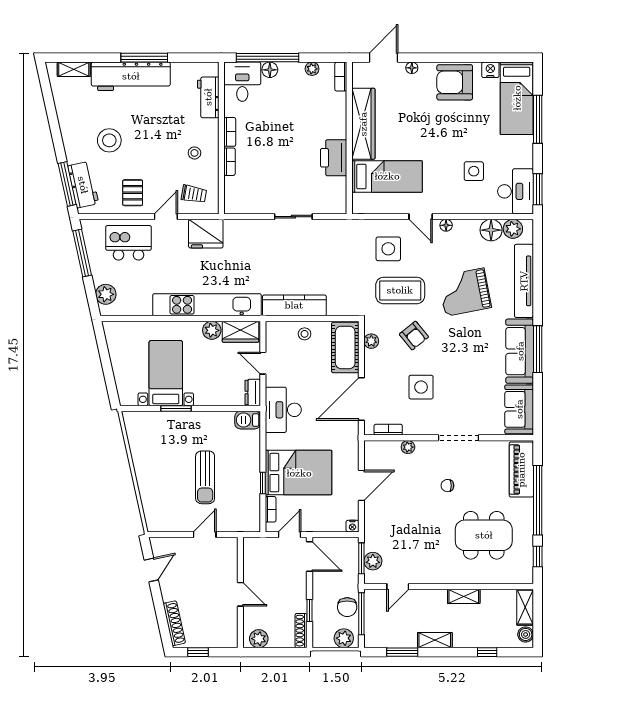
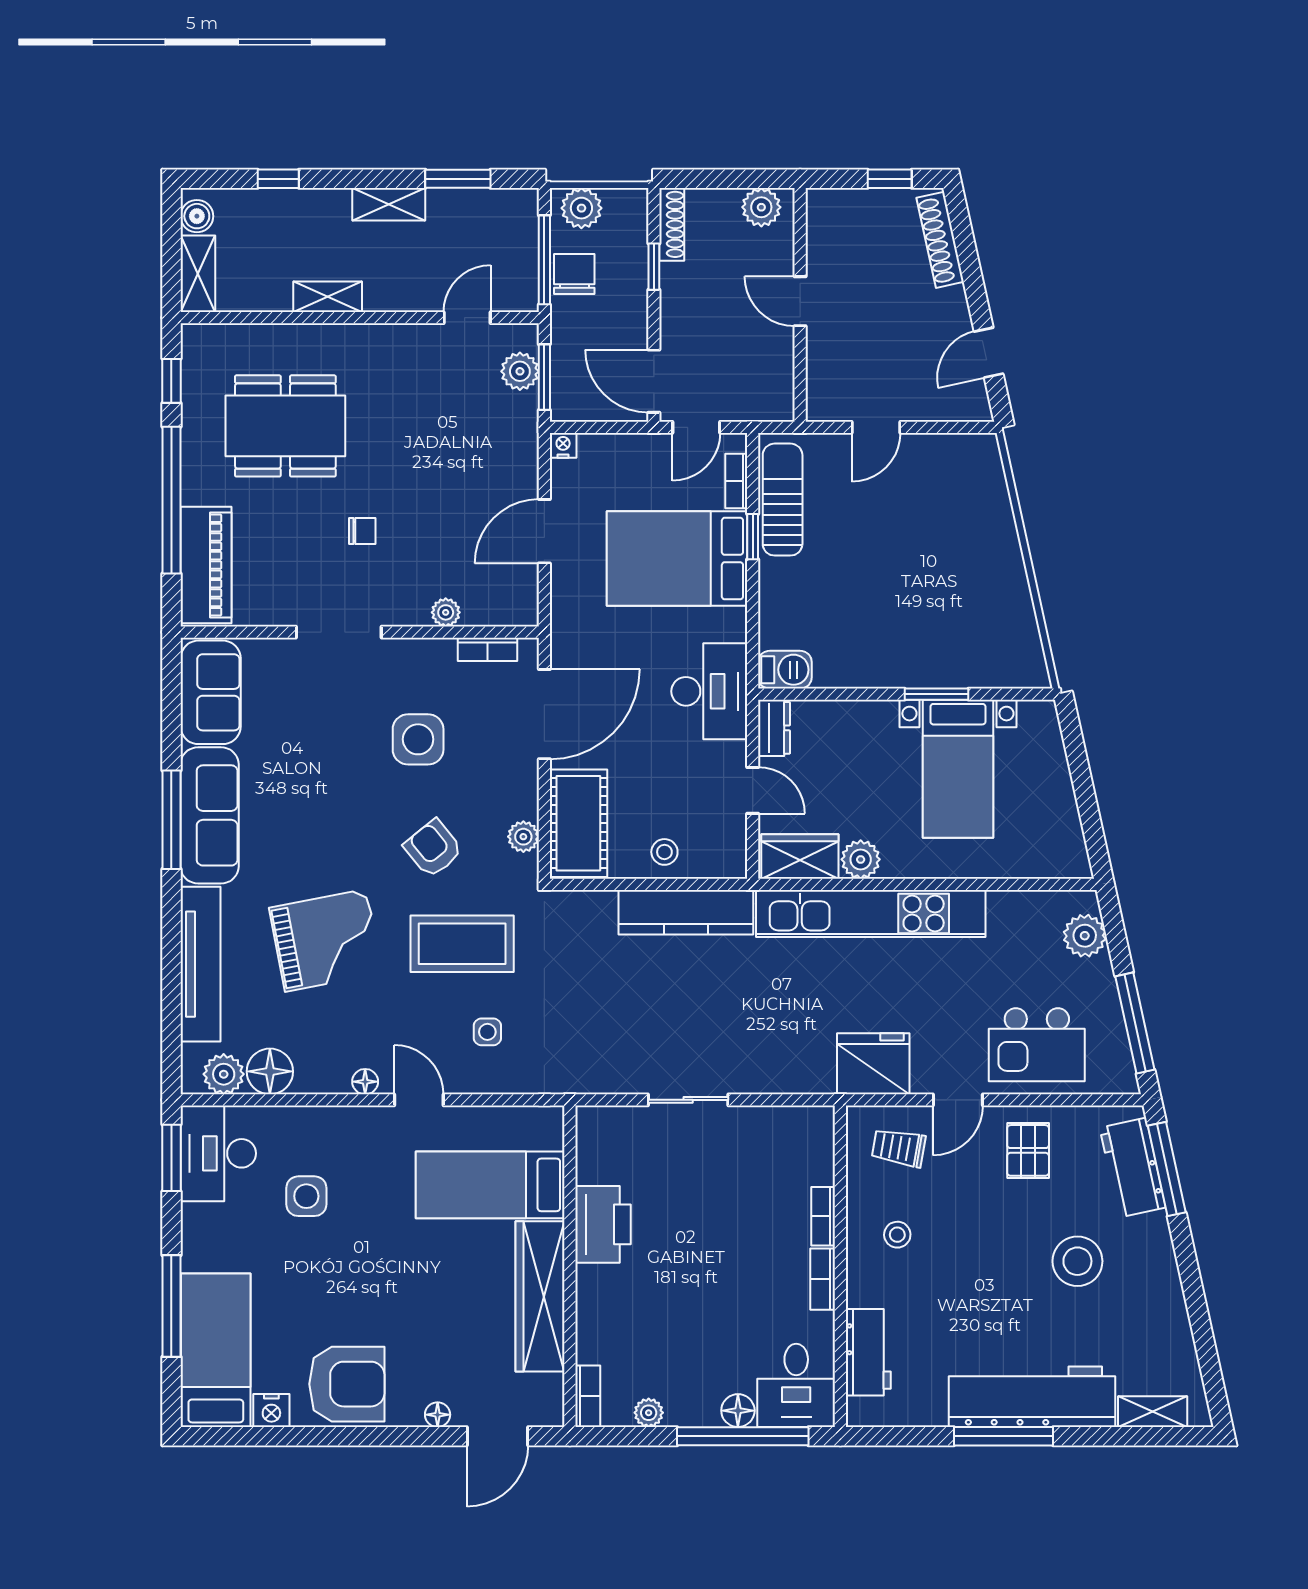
side table: (388, 249) -> (487, 1032), width x0.54, depth x0.54
sun lounger: (205, 477) -> (783, 500), moved

